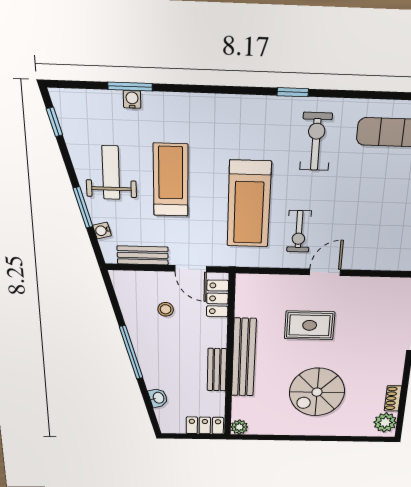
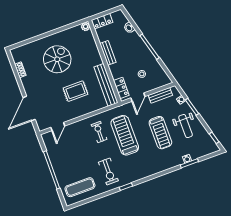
door: (191, 269) -> (138, 97), swing flipped
door: (325, 272) -> (58, 127), moved
bench: (244, 358) -> (106, 85), moved
plant: (385, 422) -> (18, 56), removed

